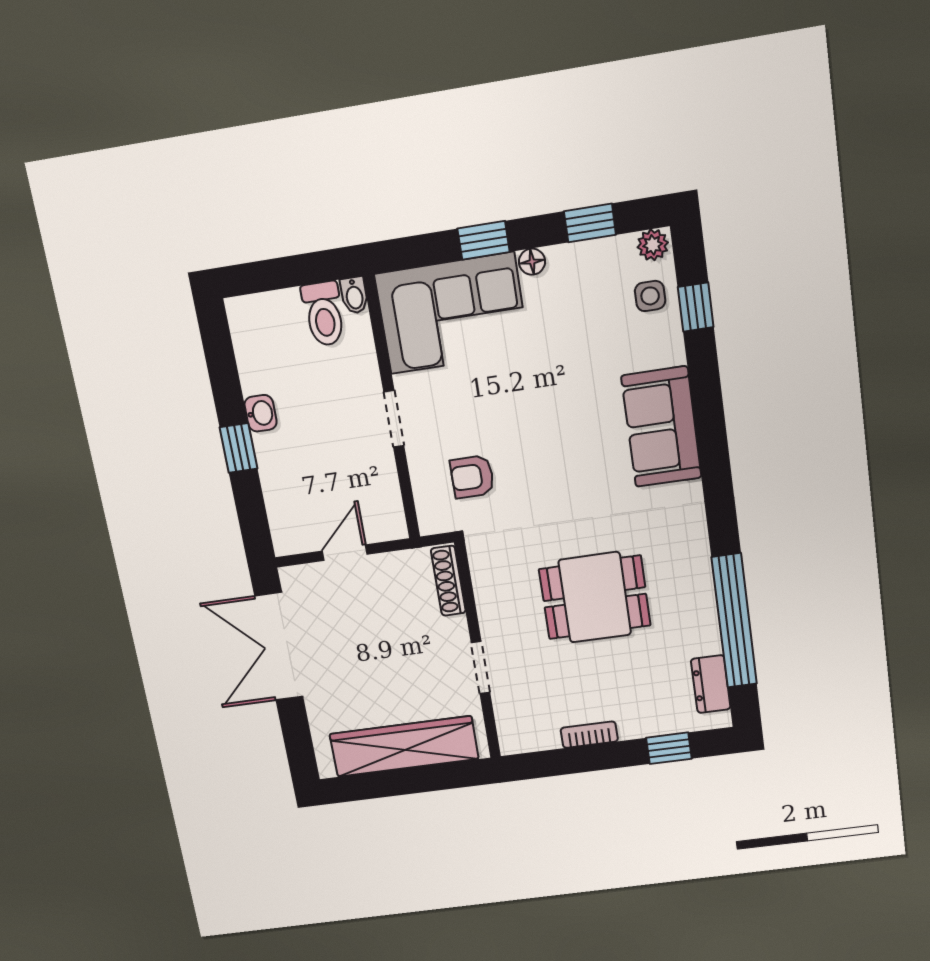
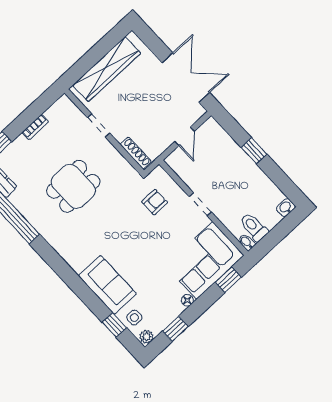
window: (483, 240) -> (228, 280), moved
washbasin: (261, 413) -> (286, 208), moved, turned 90
sofa: (661, 427) -> (107, 285), moved

